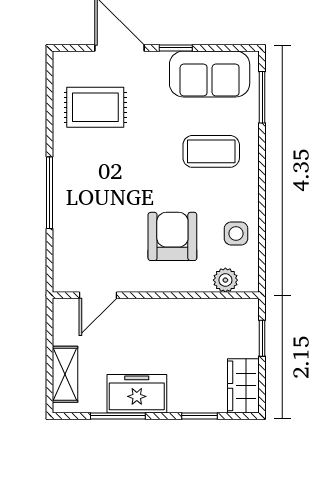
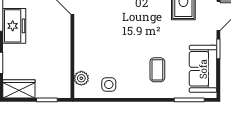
coffee table: (211, 151) -> (157, 70), width x0.73, depth x0.77
armchair: (172, 236) -> (107, 47), removed

